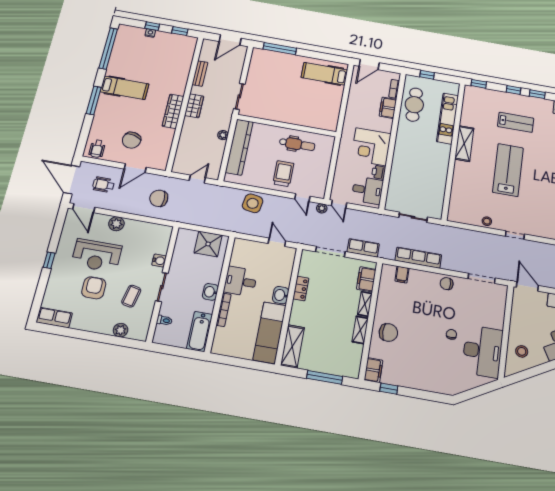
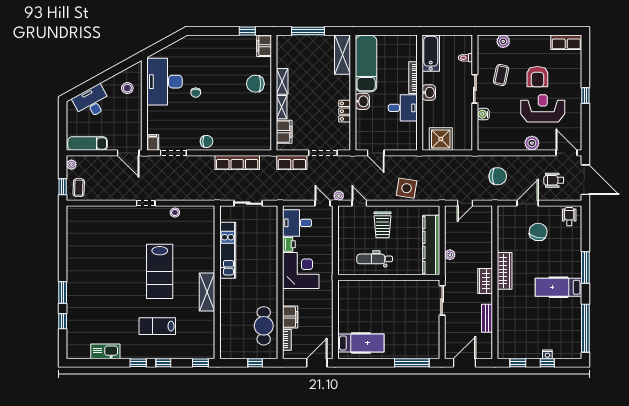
kitchen unit: (447, 119) -> (228, 250), moved
wheelchair: (103, 185) -> (554, 180), turned 180
filing cabinet: (402, 275) -> (153, 143), moved

